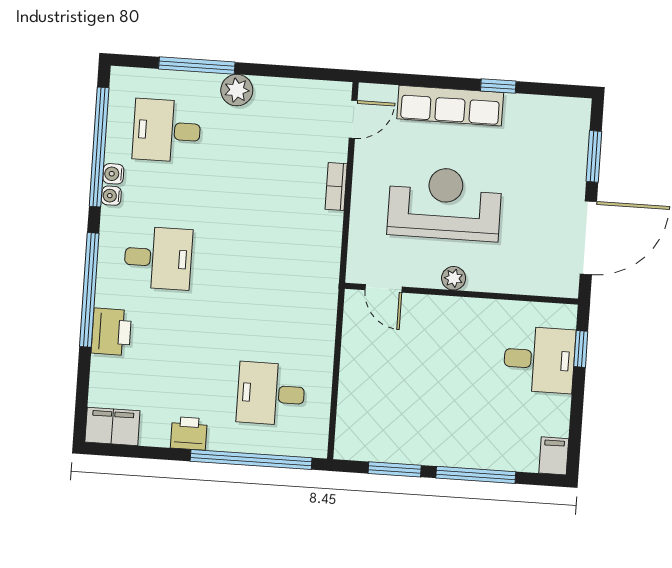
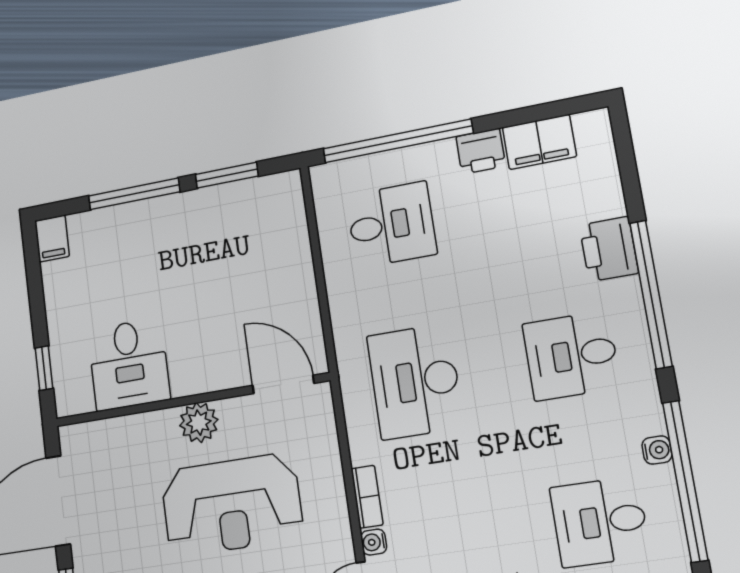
desk: (167, 131) -> (600, 522), turned 180
water cooler: (111, 196) -> (374, 542), moved, turned 180
desk: (280, 266) -> (415, 381), added
plant: (454, 278) -> (199, 423), width x1.38, depth x1.38
door: (384, 288) -> (283, 384), width x1.38
desk: (539, 360) -> (129, 364), moved, turned -90
filing cabinet: (112, 426) -> (539, 142), moved

